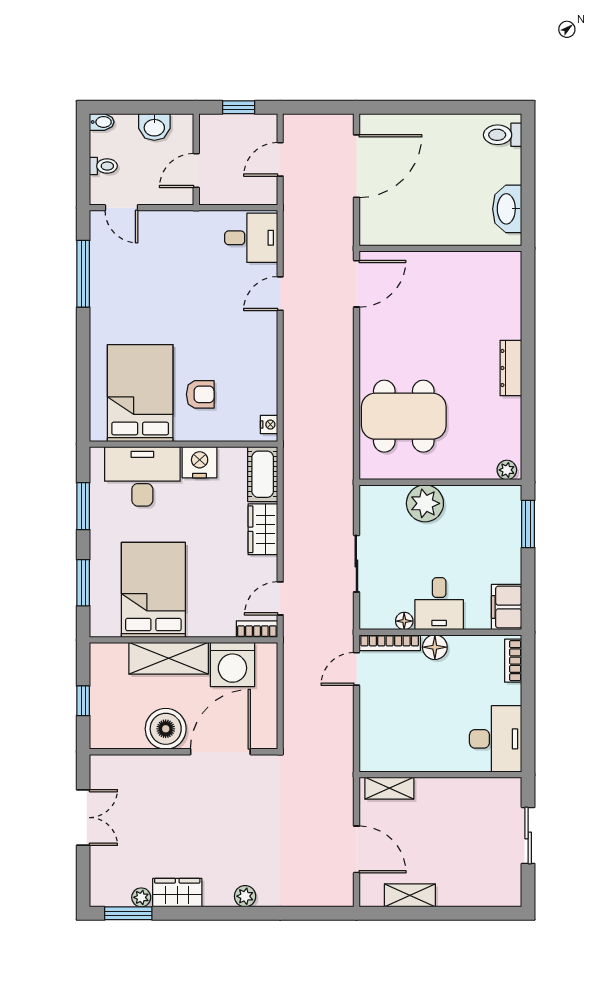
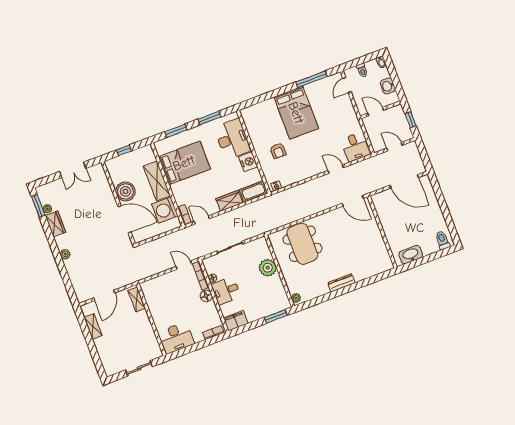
bed: (140, 393) -> (296, 113), moved, turned 90

